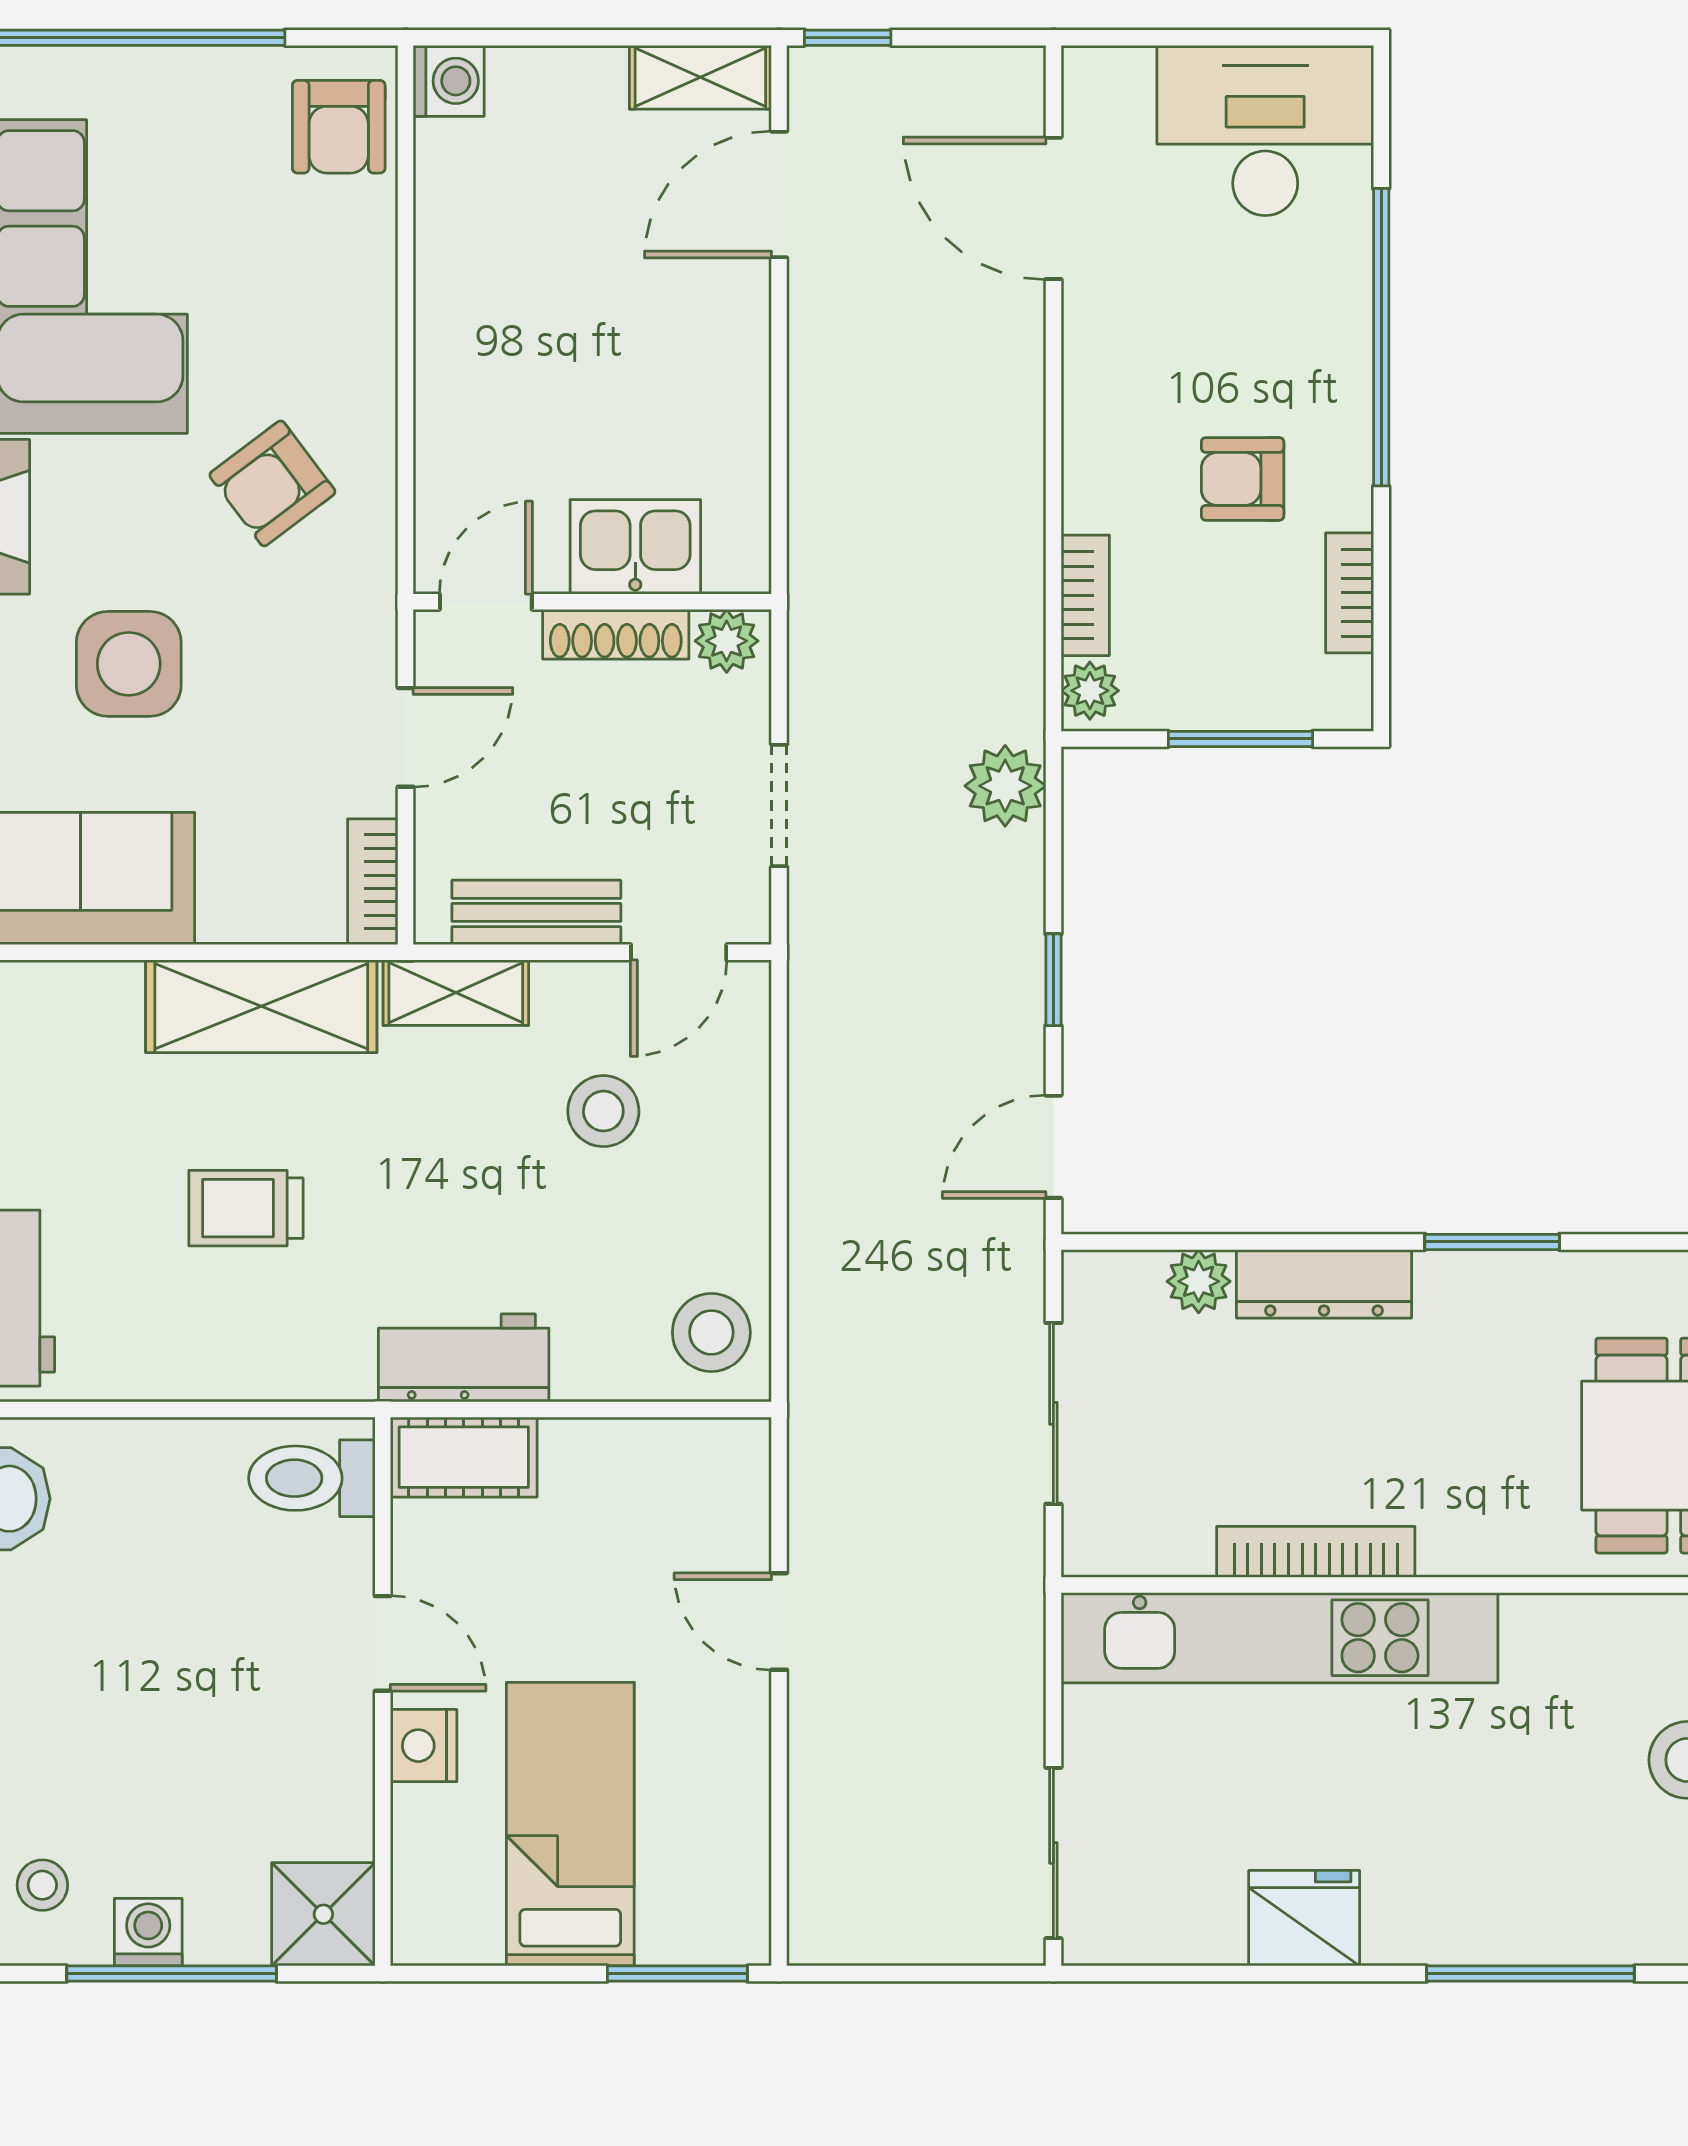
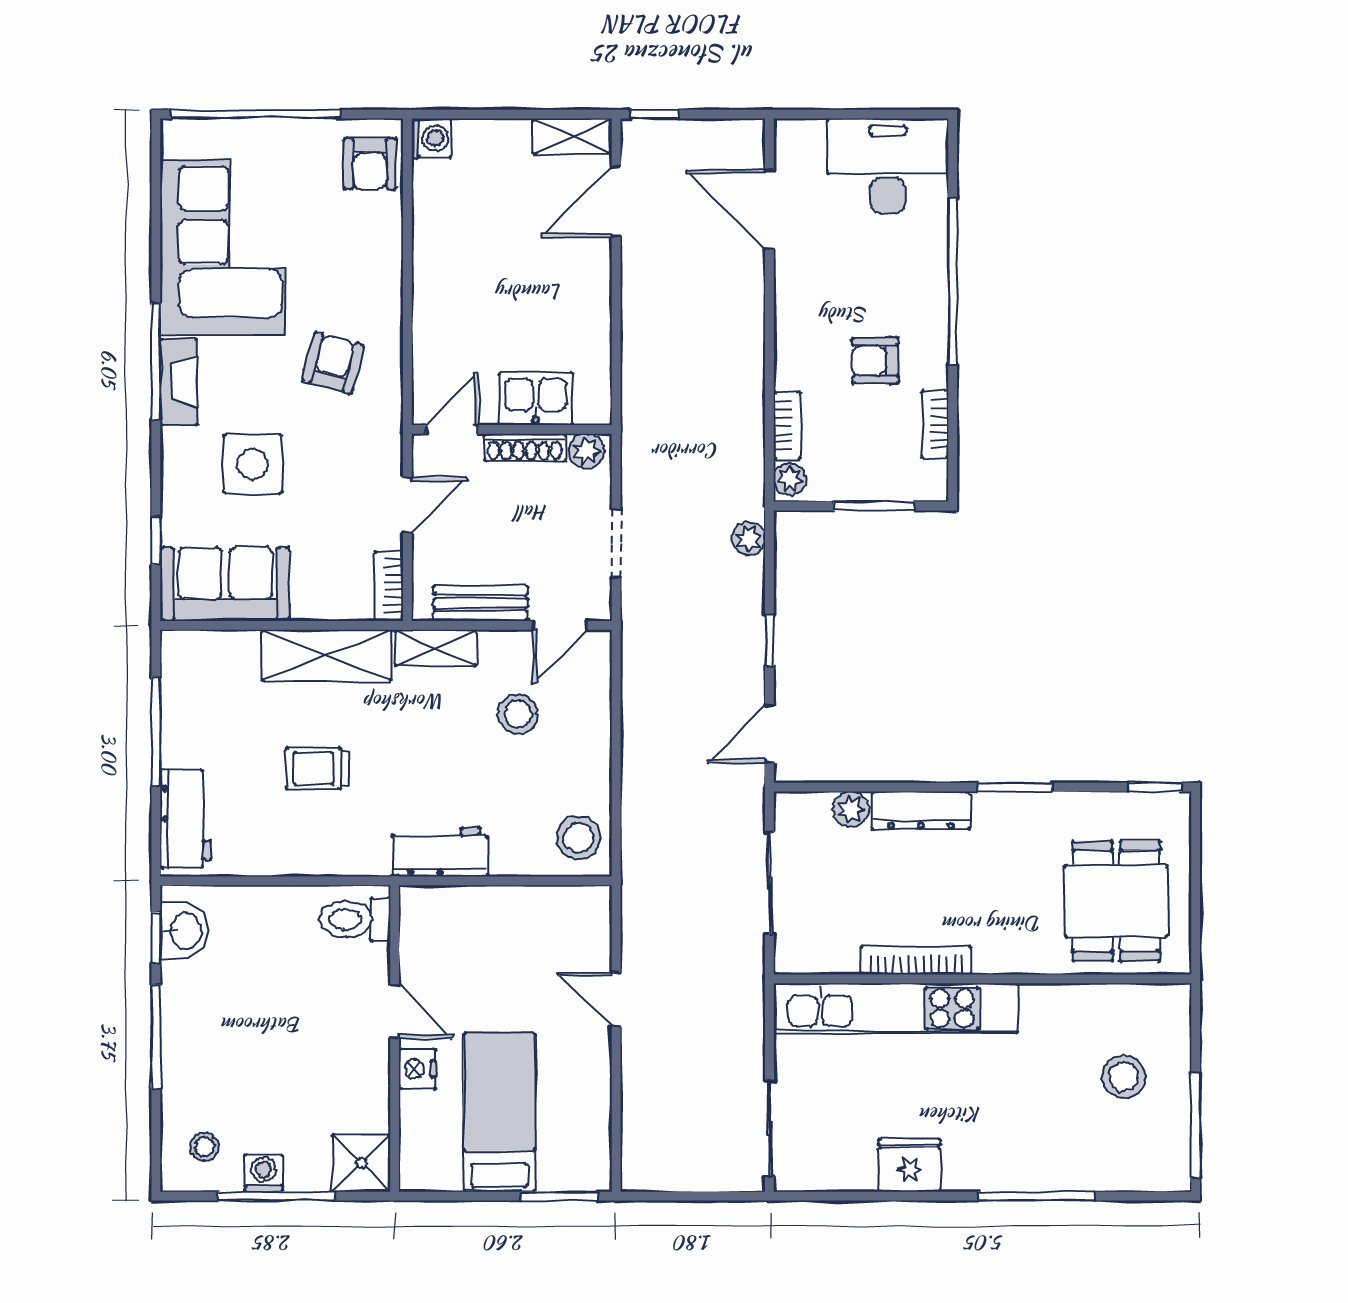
armchair: (272, 483) -> (333, 363), turned 142
plant: (1005, 786) -> (749, 538), width x0.73, depth x0.73
cot: (464, 1457) -> (440, 907), removed

